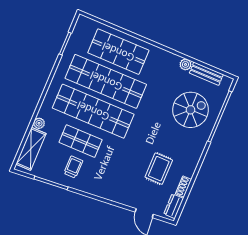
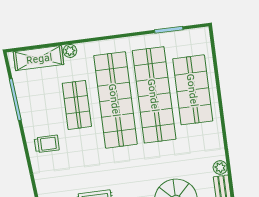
trolley: (73, 167) -> (47, 144), moved

